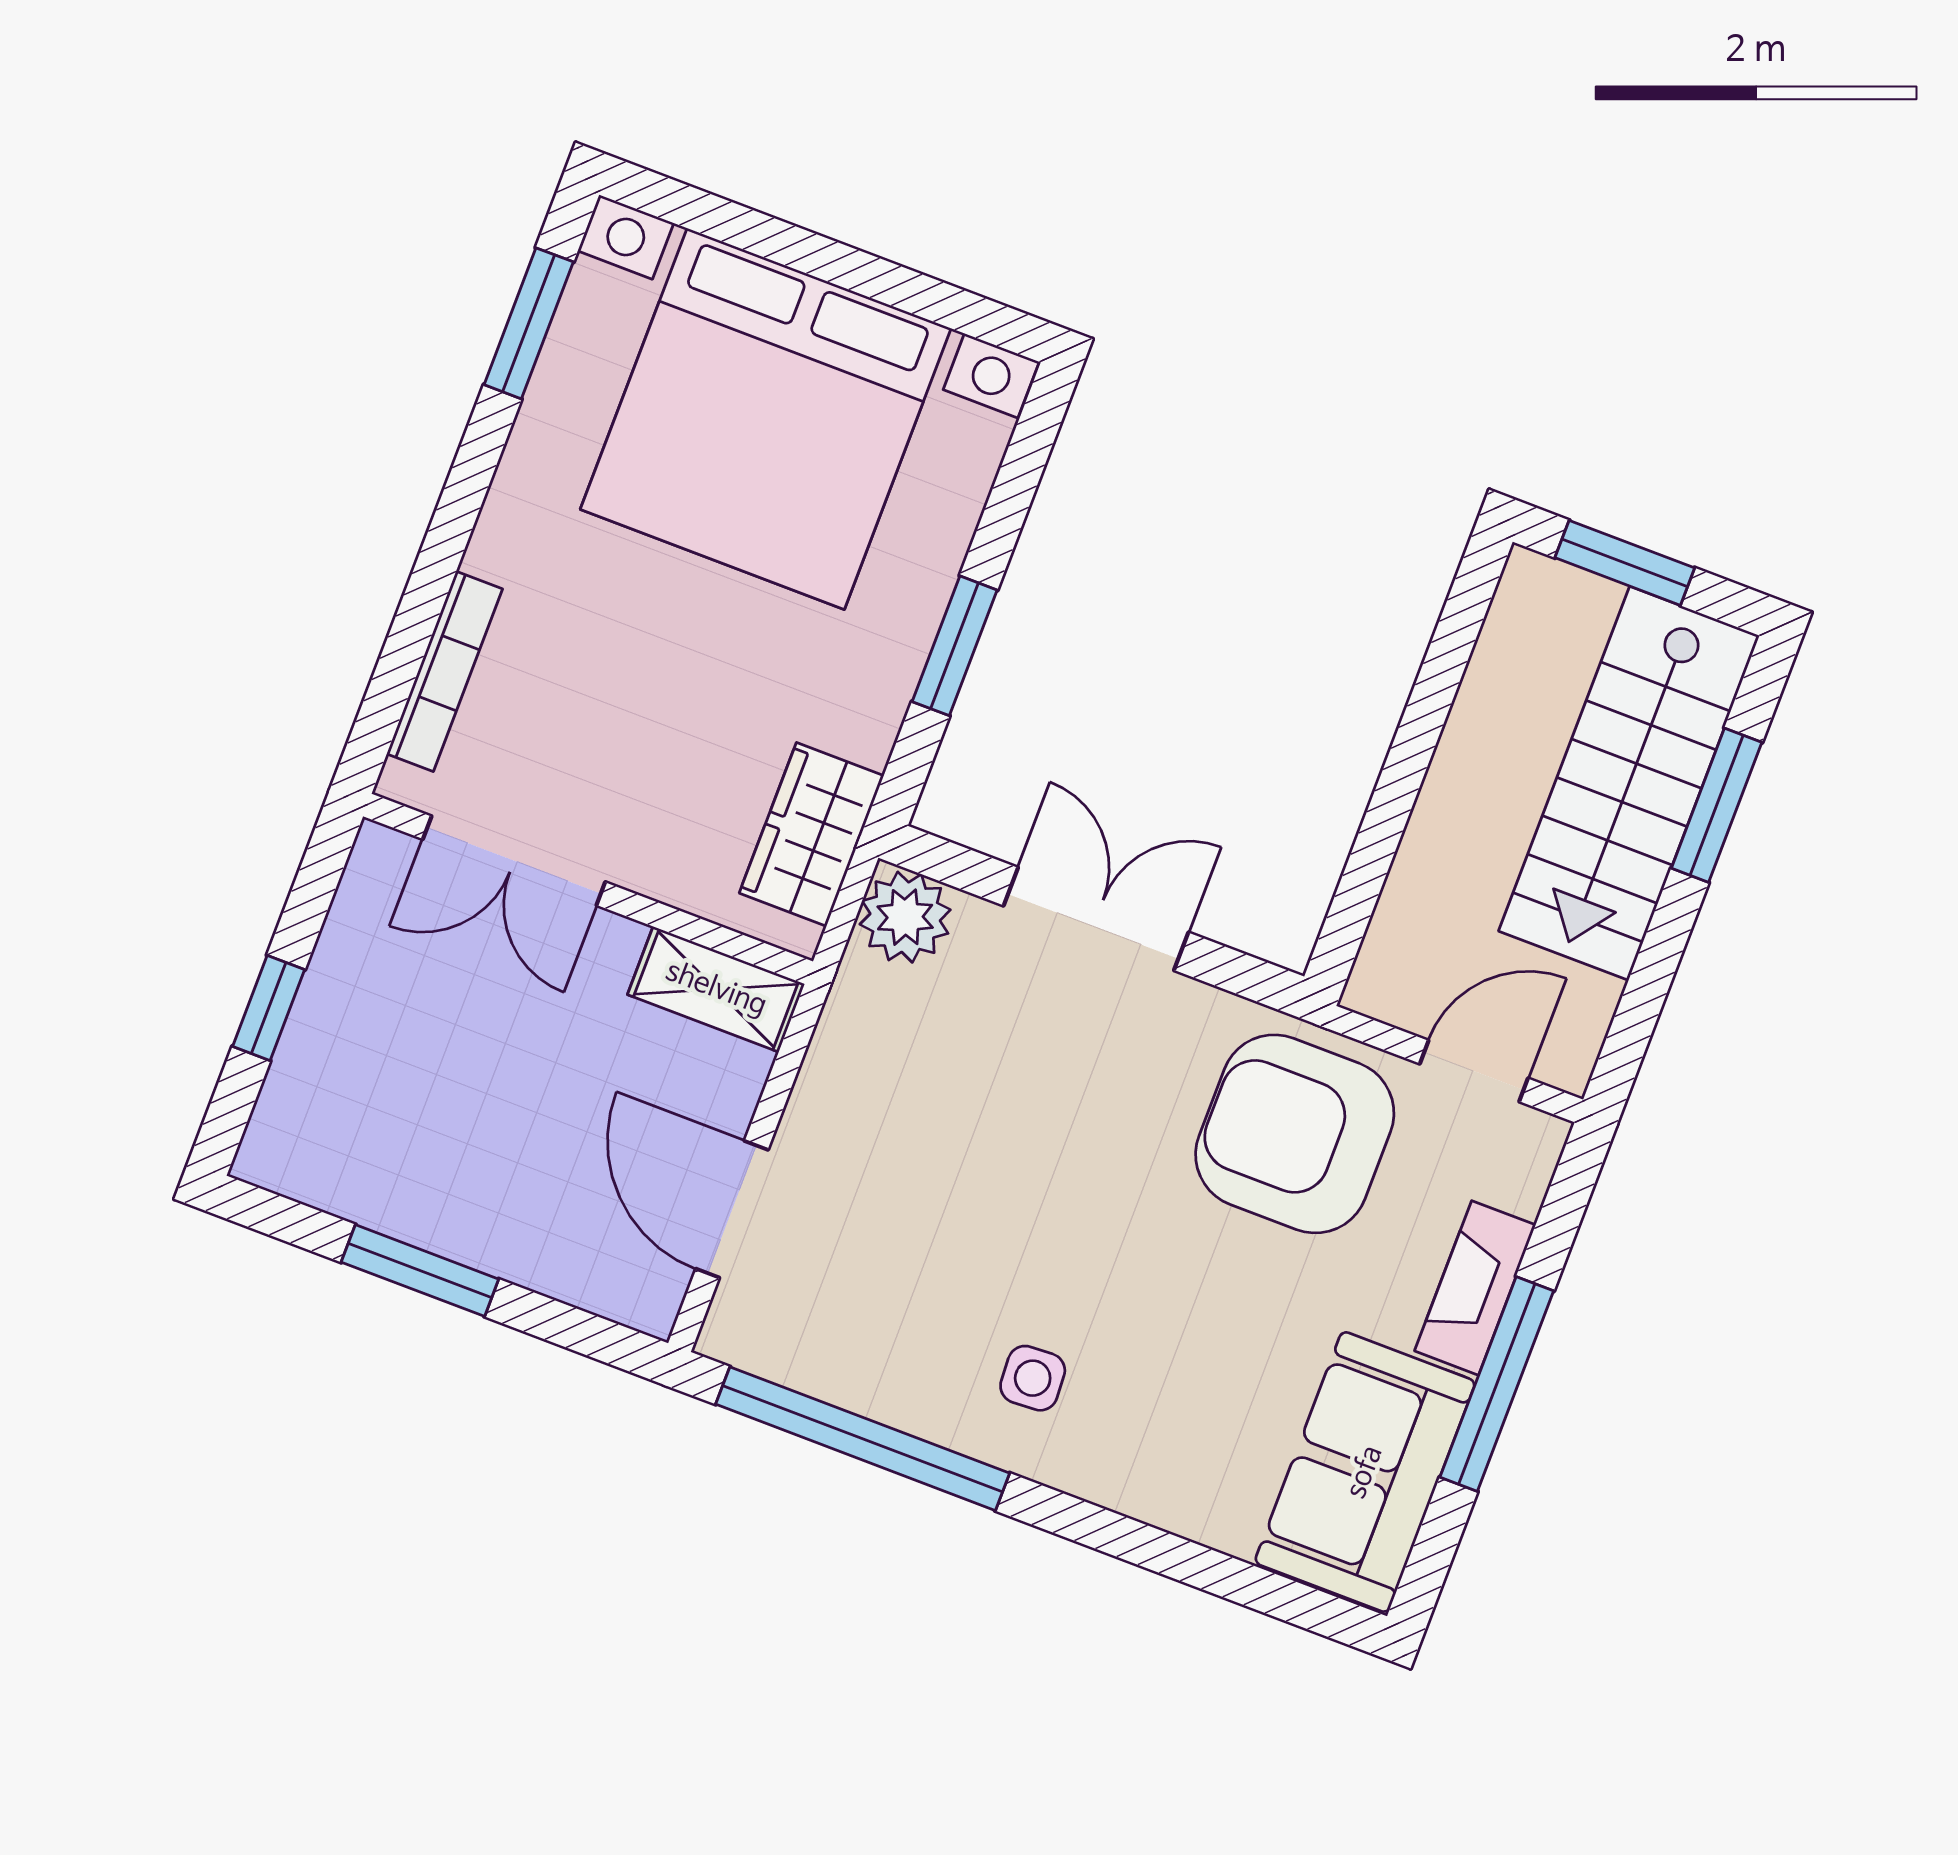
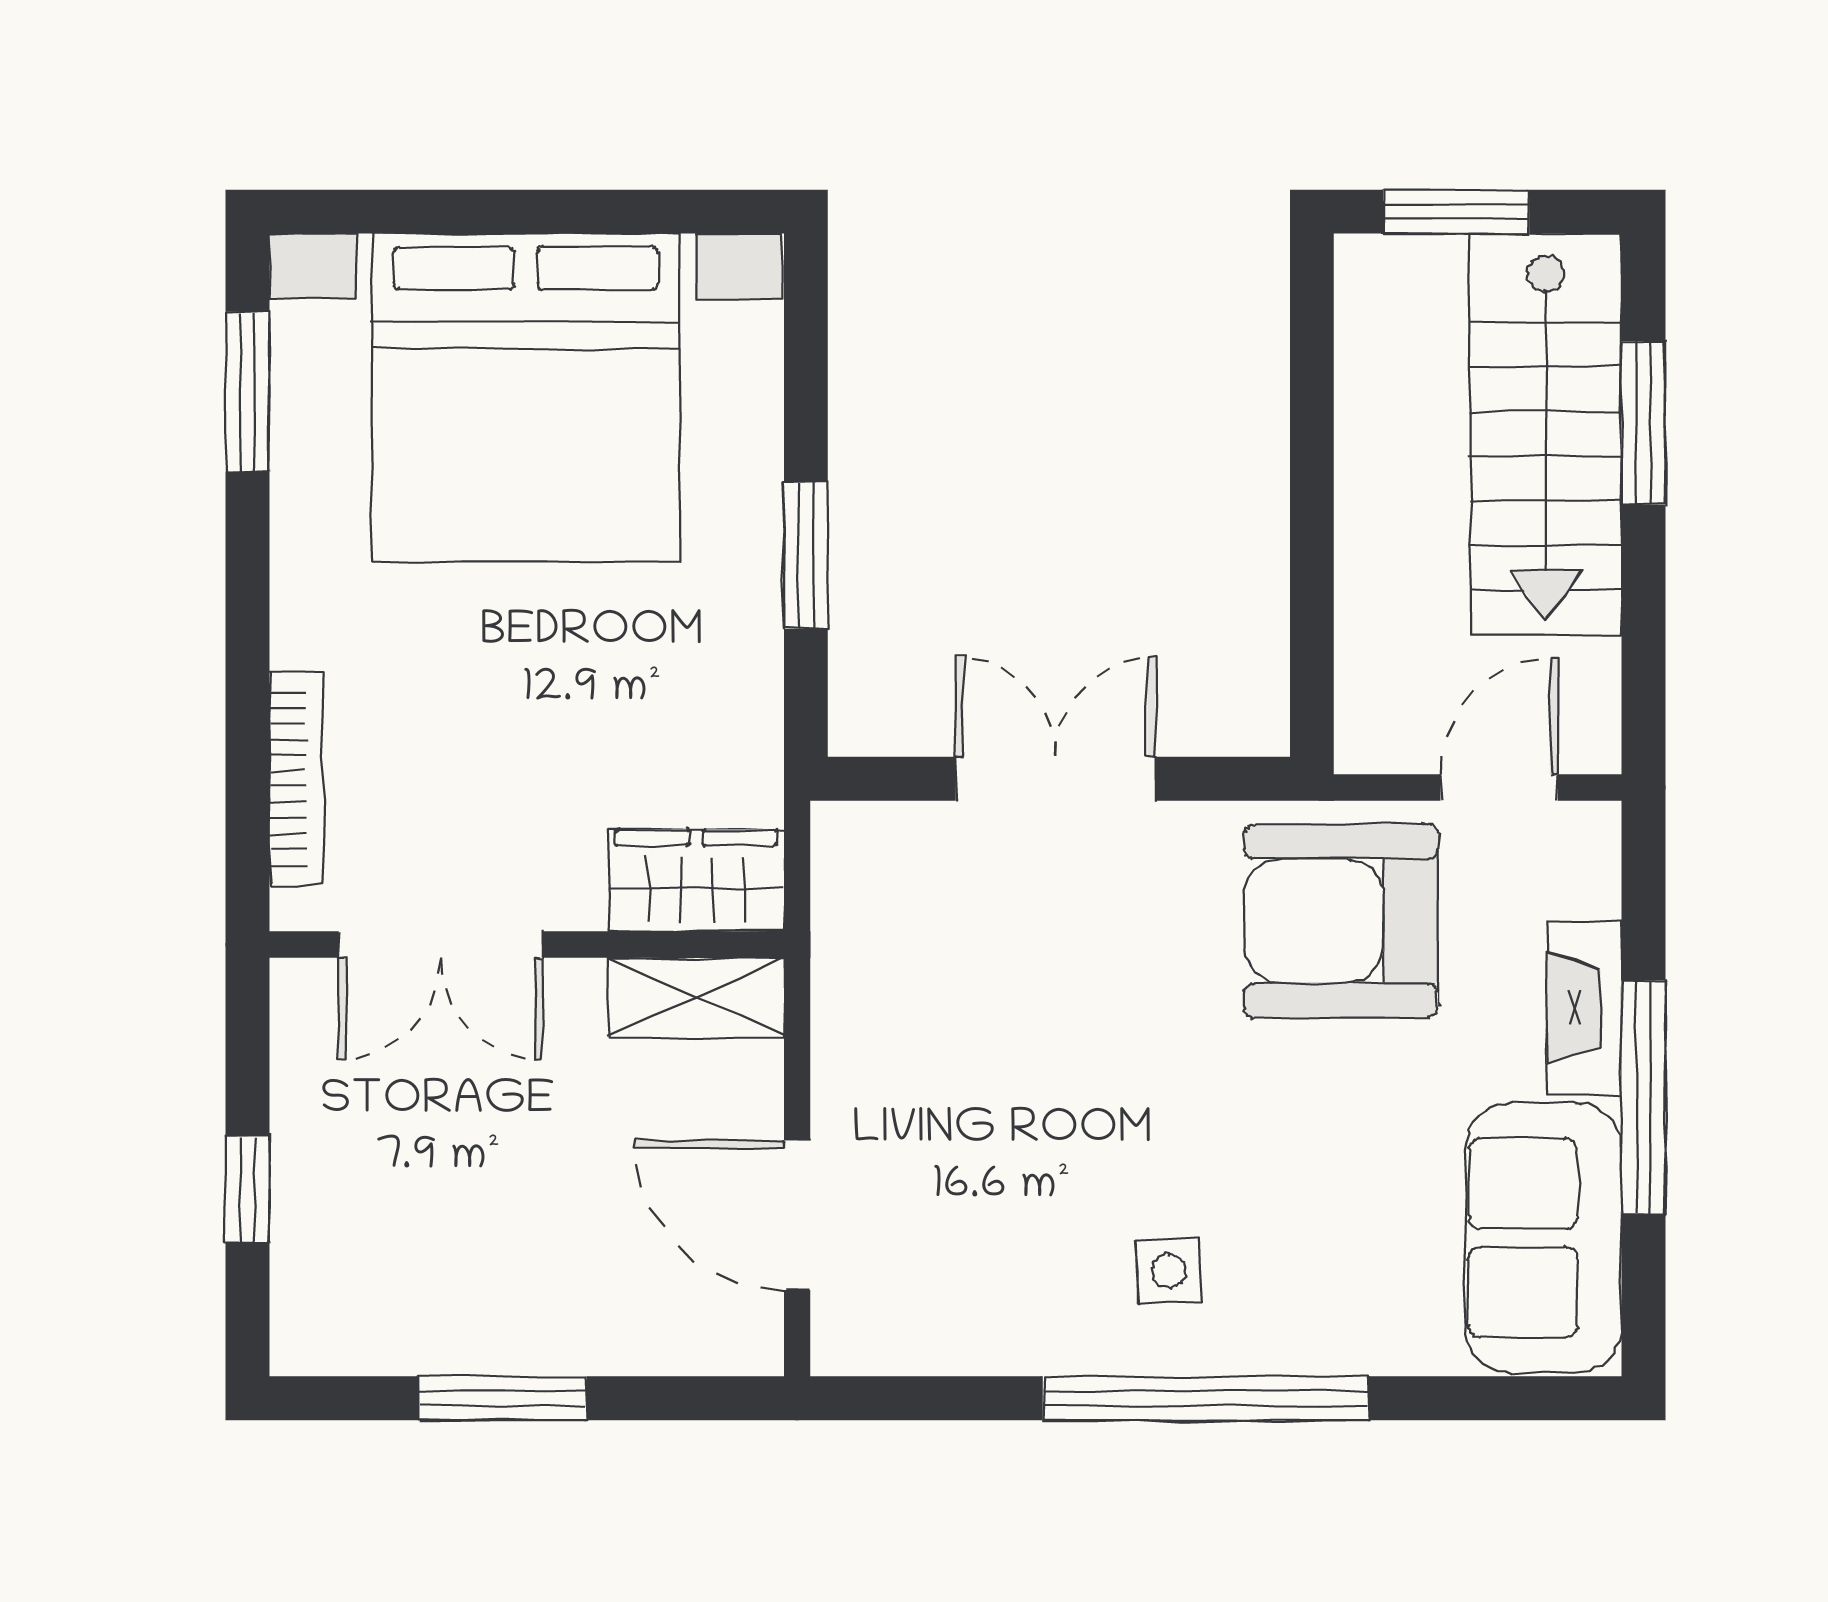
wardrobe: (812, 834) -> (696, 880), moved, turned 90
plant: (905, 917) -> (860, 851), removed
window: (863, 1439) -> (1206, 1398), moved

